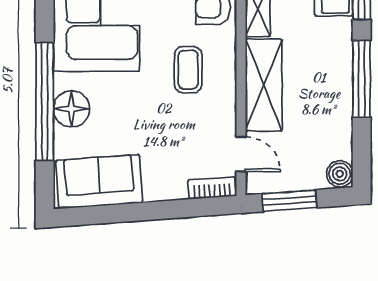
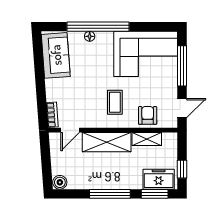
coffee table: (188, 70) -> (115, 102), turned 90
floor lamp: (71, 109) -> (90, 36), width x0.53, depth x0.53
window: (289, 201) -> (46, 156), removed

